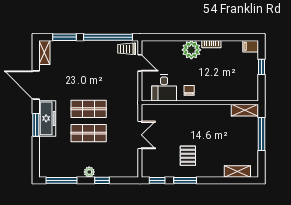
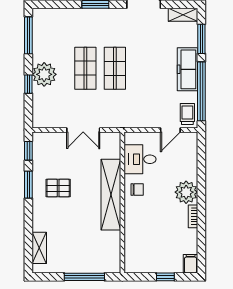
shelving: (245, 110) -> (111, 195), moved, width x2.20, depth x1.33
freezer: (47, 118) -> (188, 69), moved, turned 90
plant: (89, 172) -> (44, 74), width x1.88, depth x1.88

